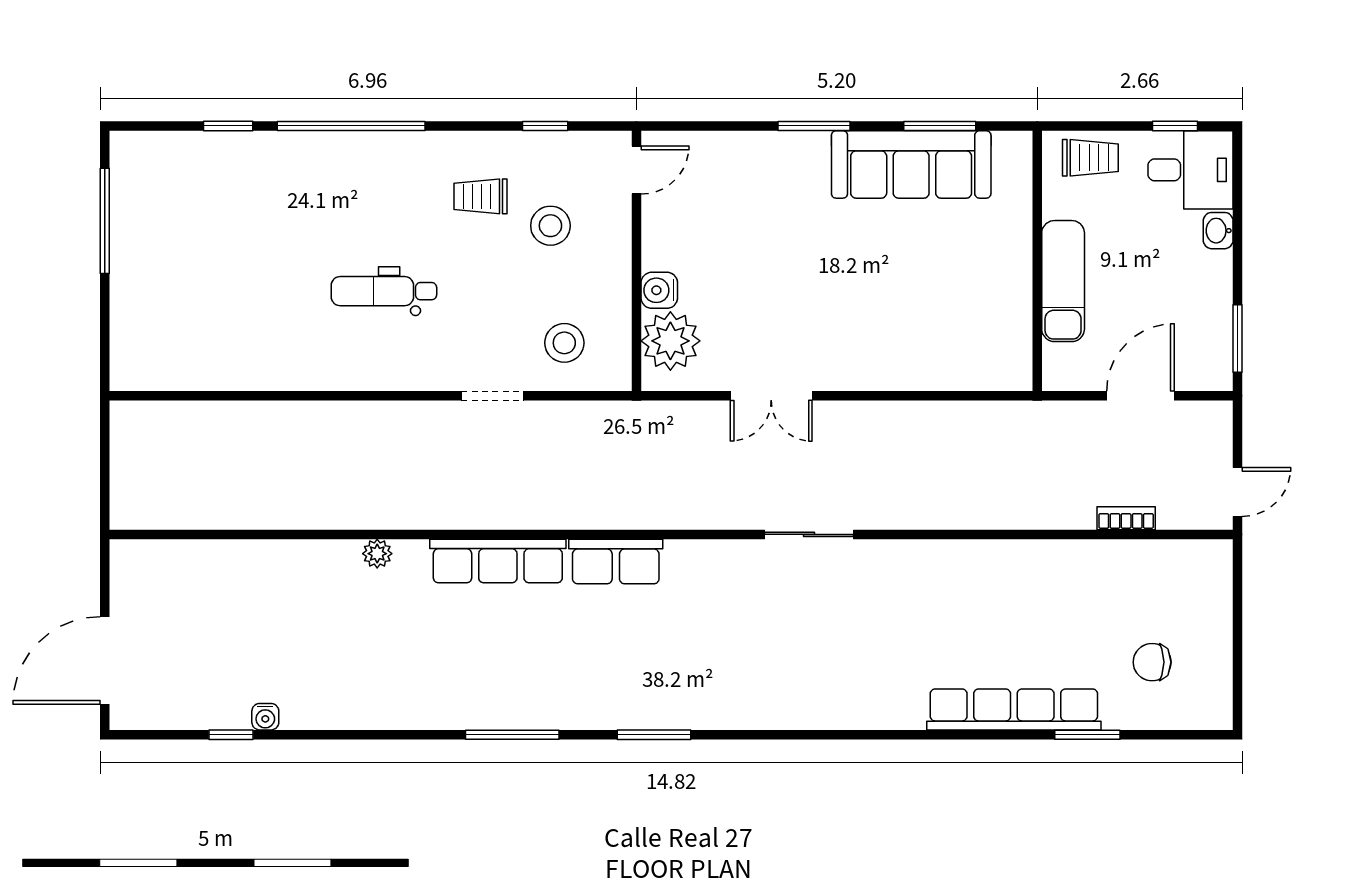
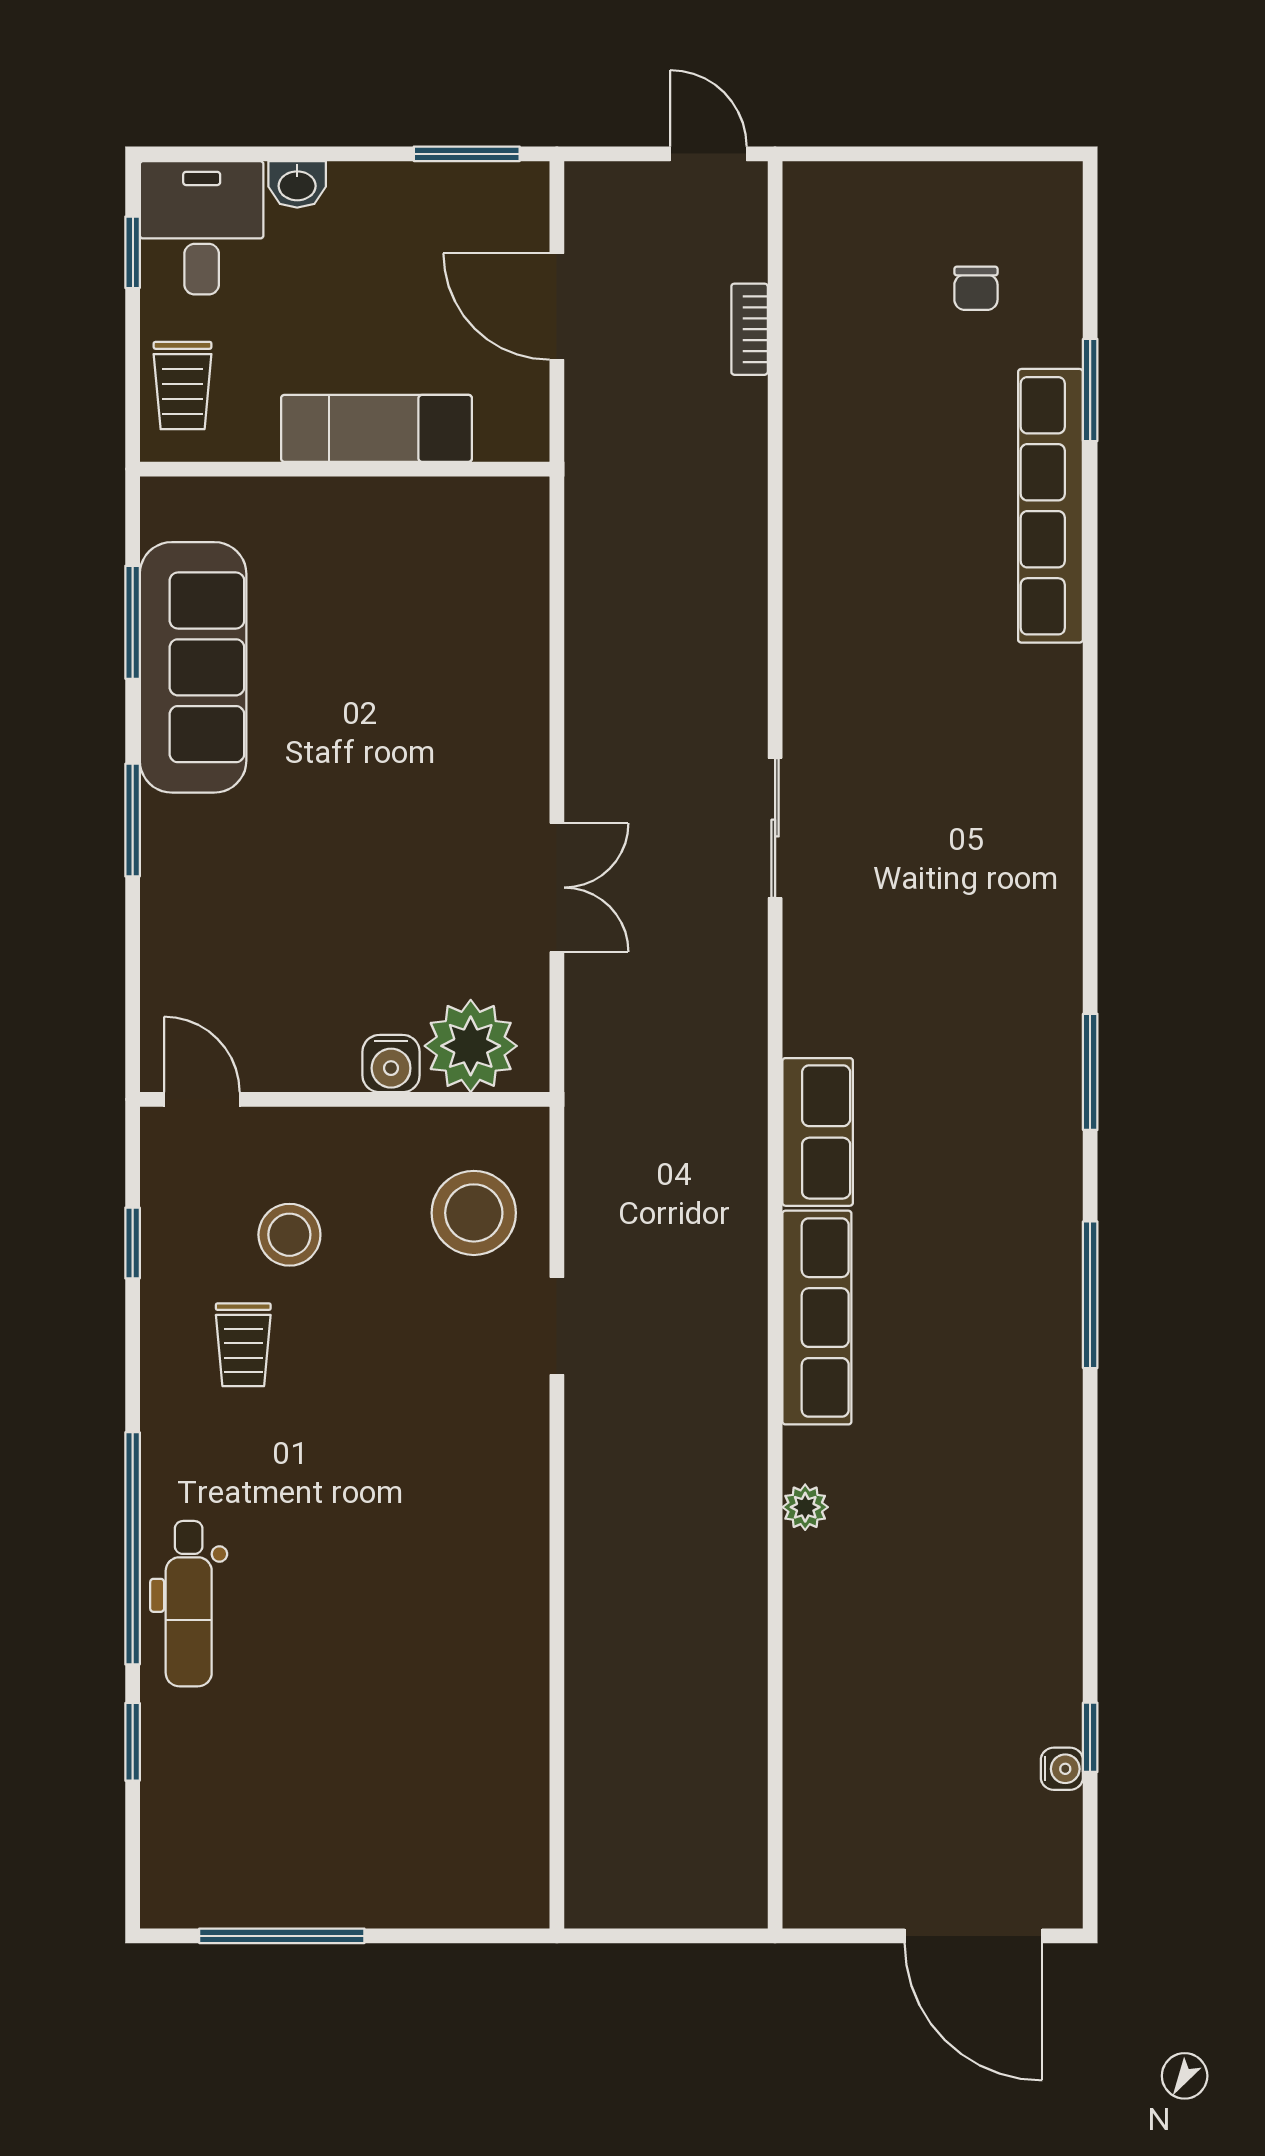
trolley: (1090, 158) -> (183, 386), turned 180
dental chair: (384, 291) -> (189, 1604), moved
stool: (564, 343) -> (474, 1213), width x1.38, depth x1.38
chair: (1152, 662) -> (976, 288), width x0.73, depth x0.73
water cooler: (265, 717) -> (1062, 1769), moved

